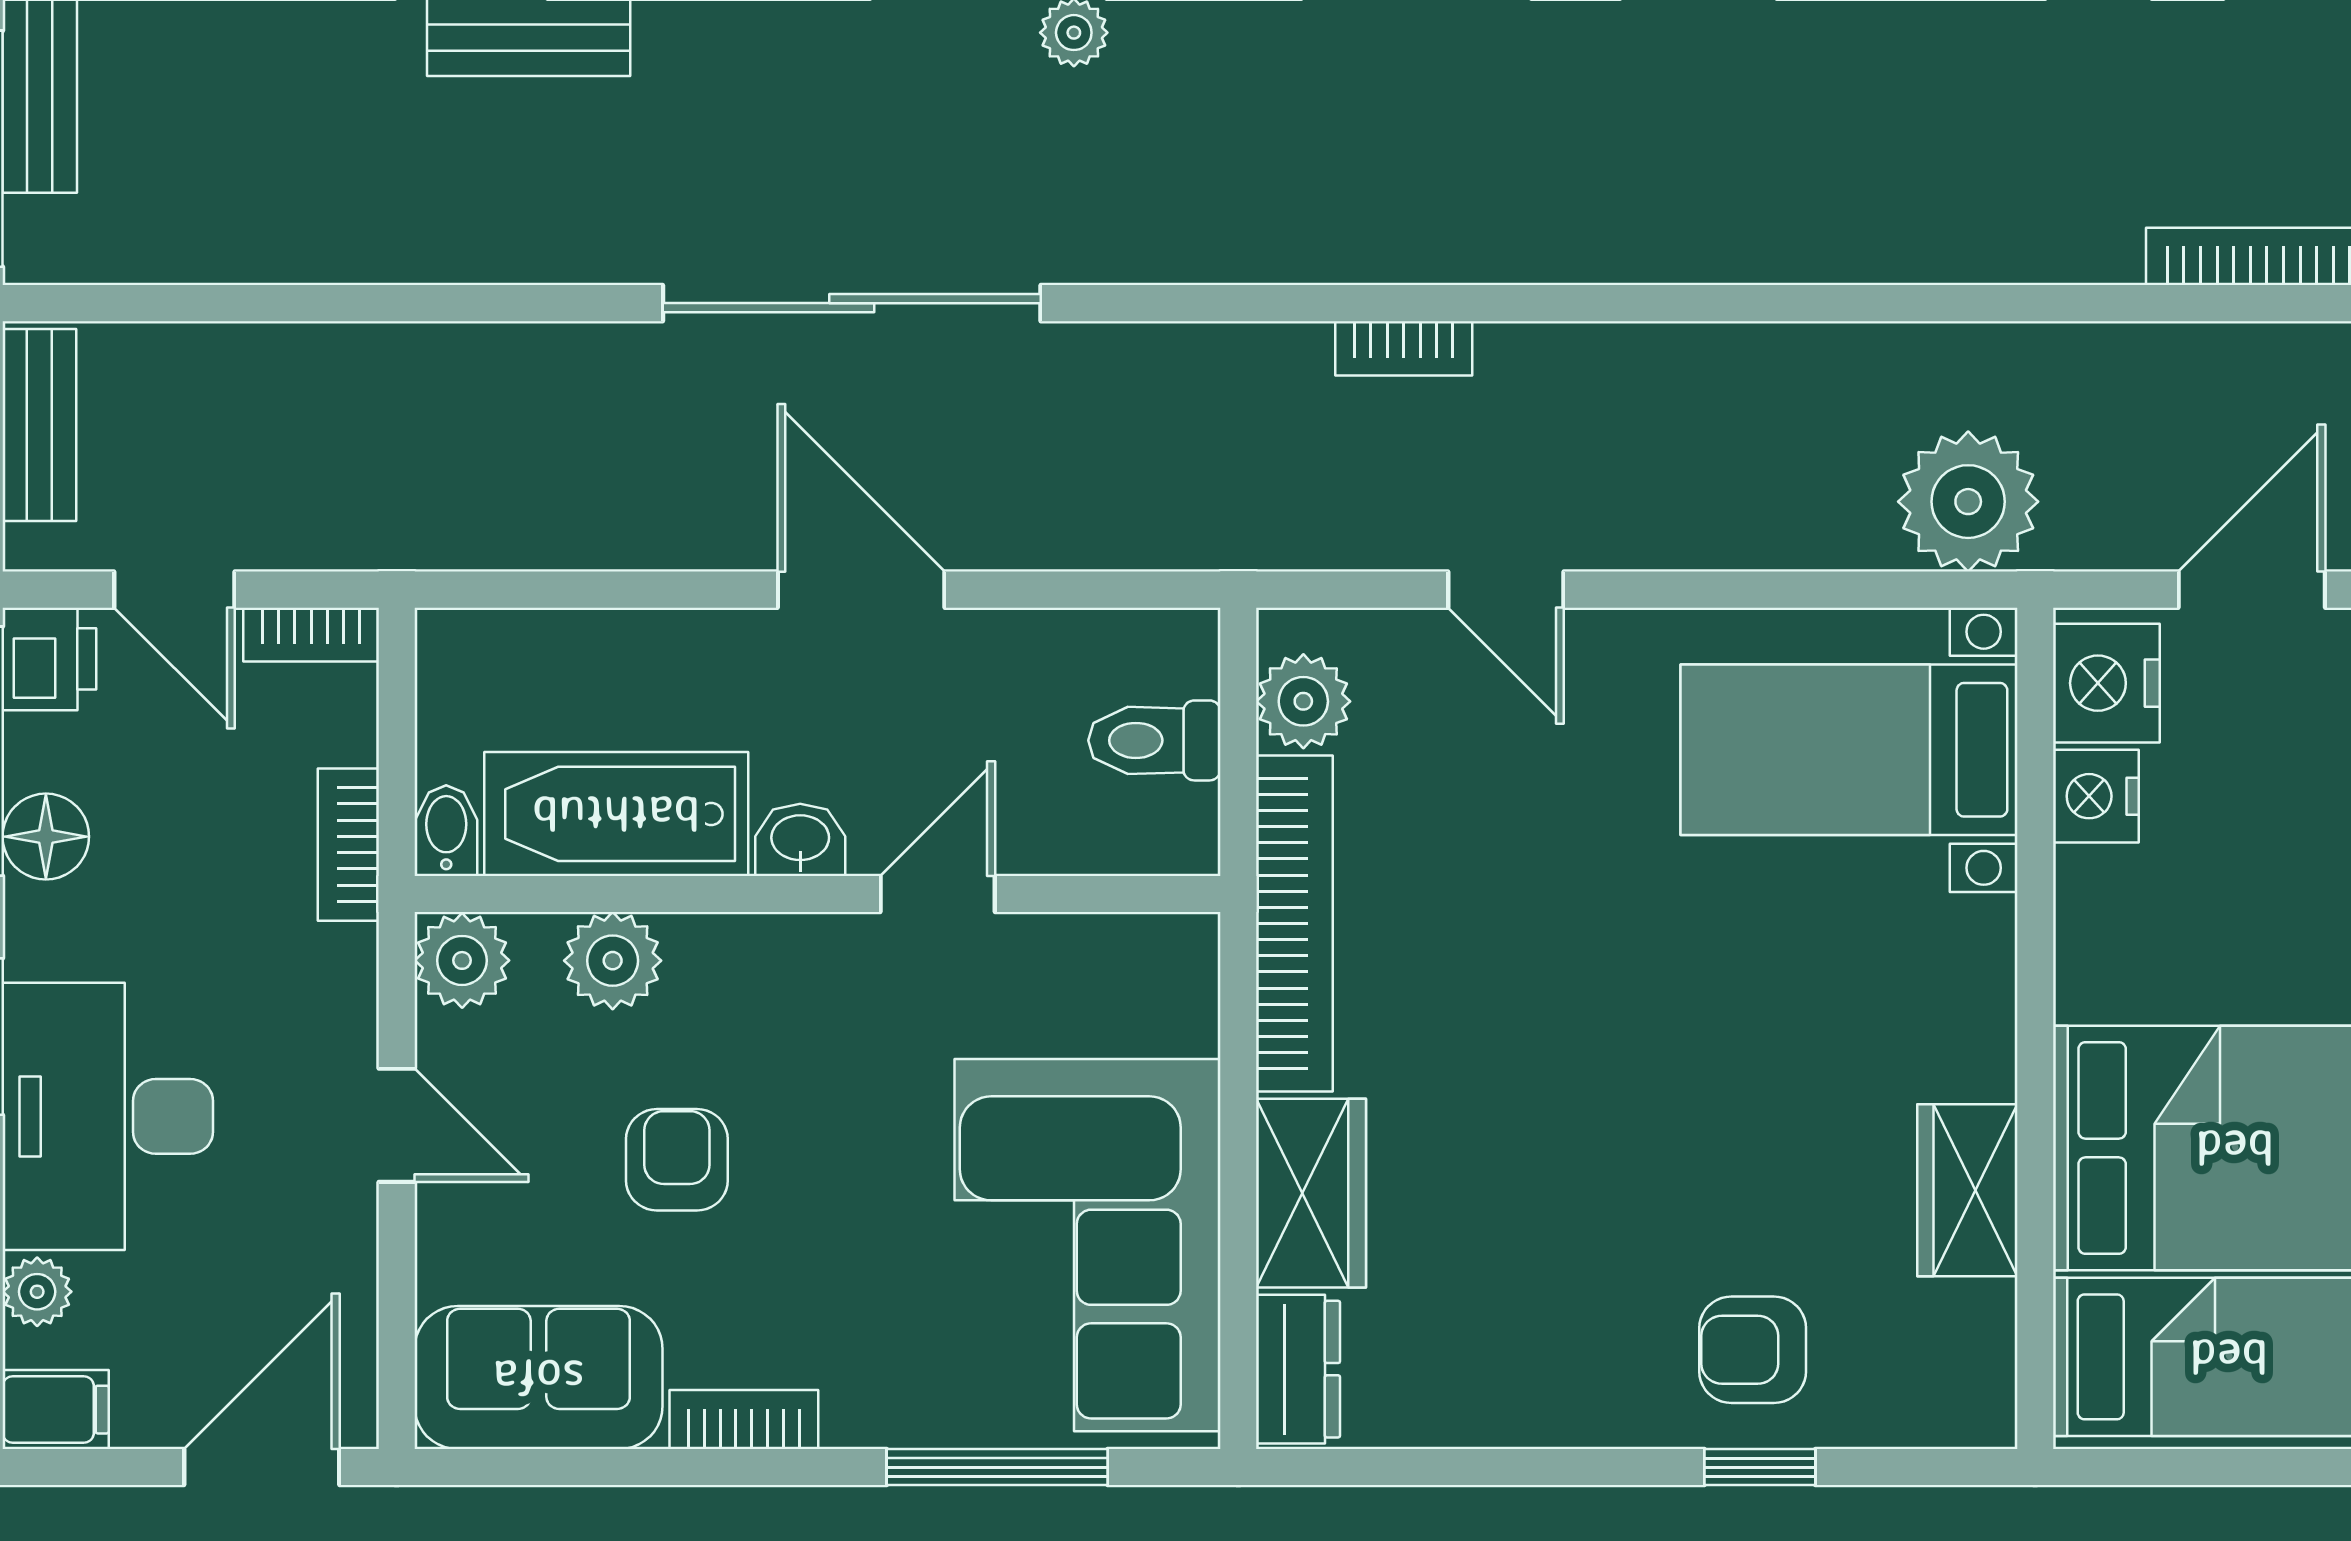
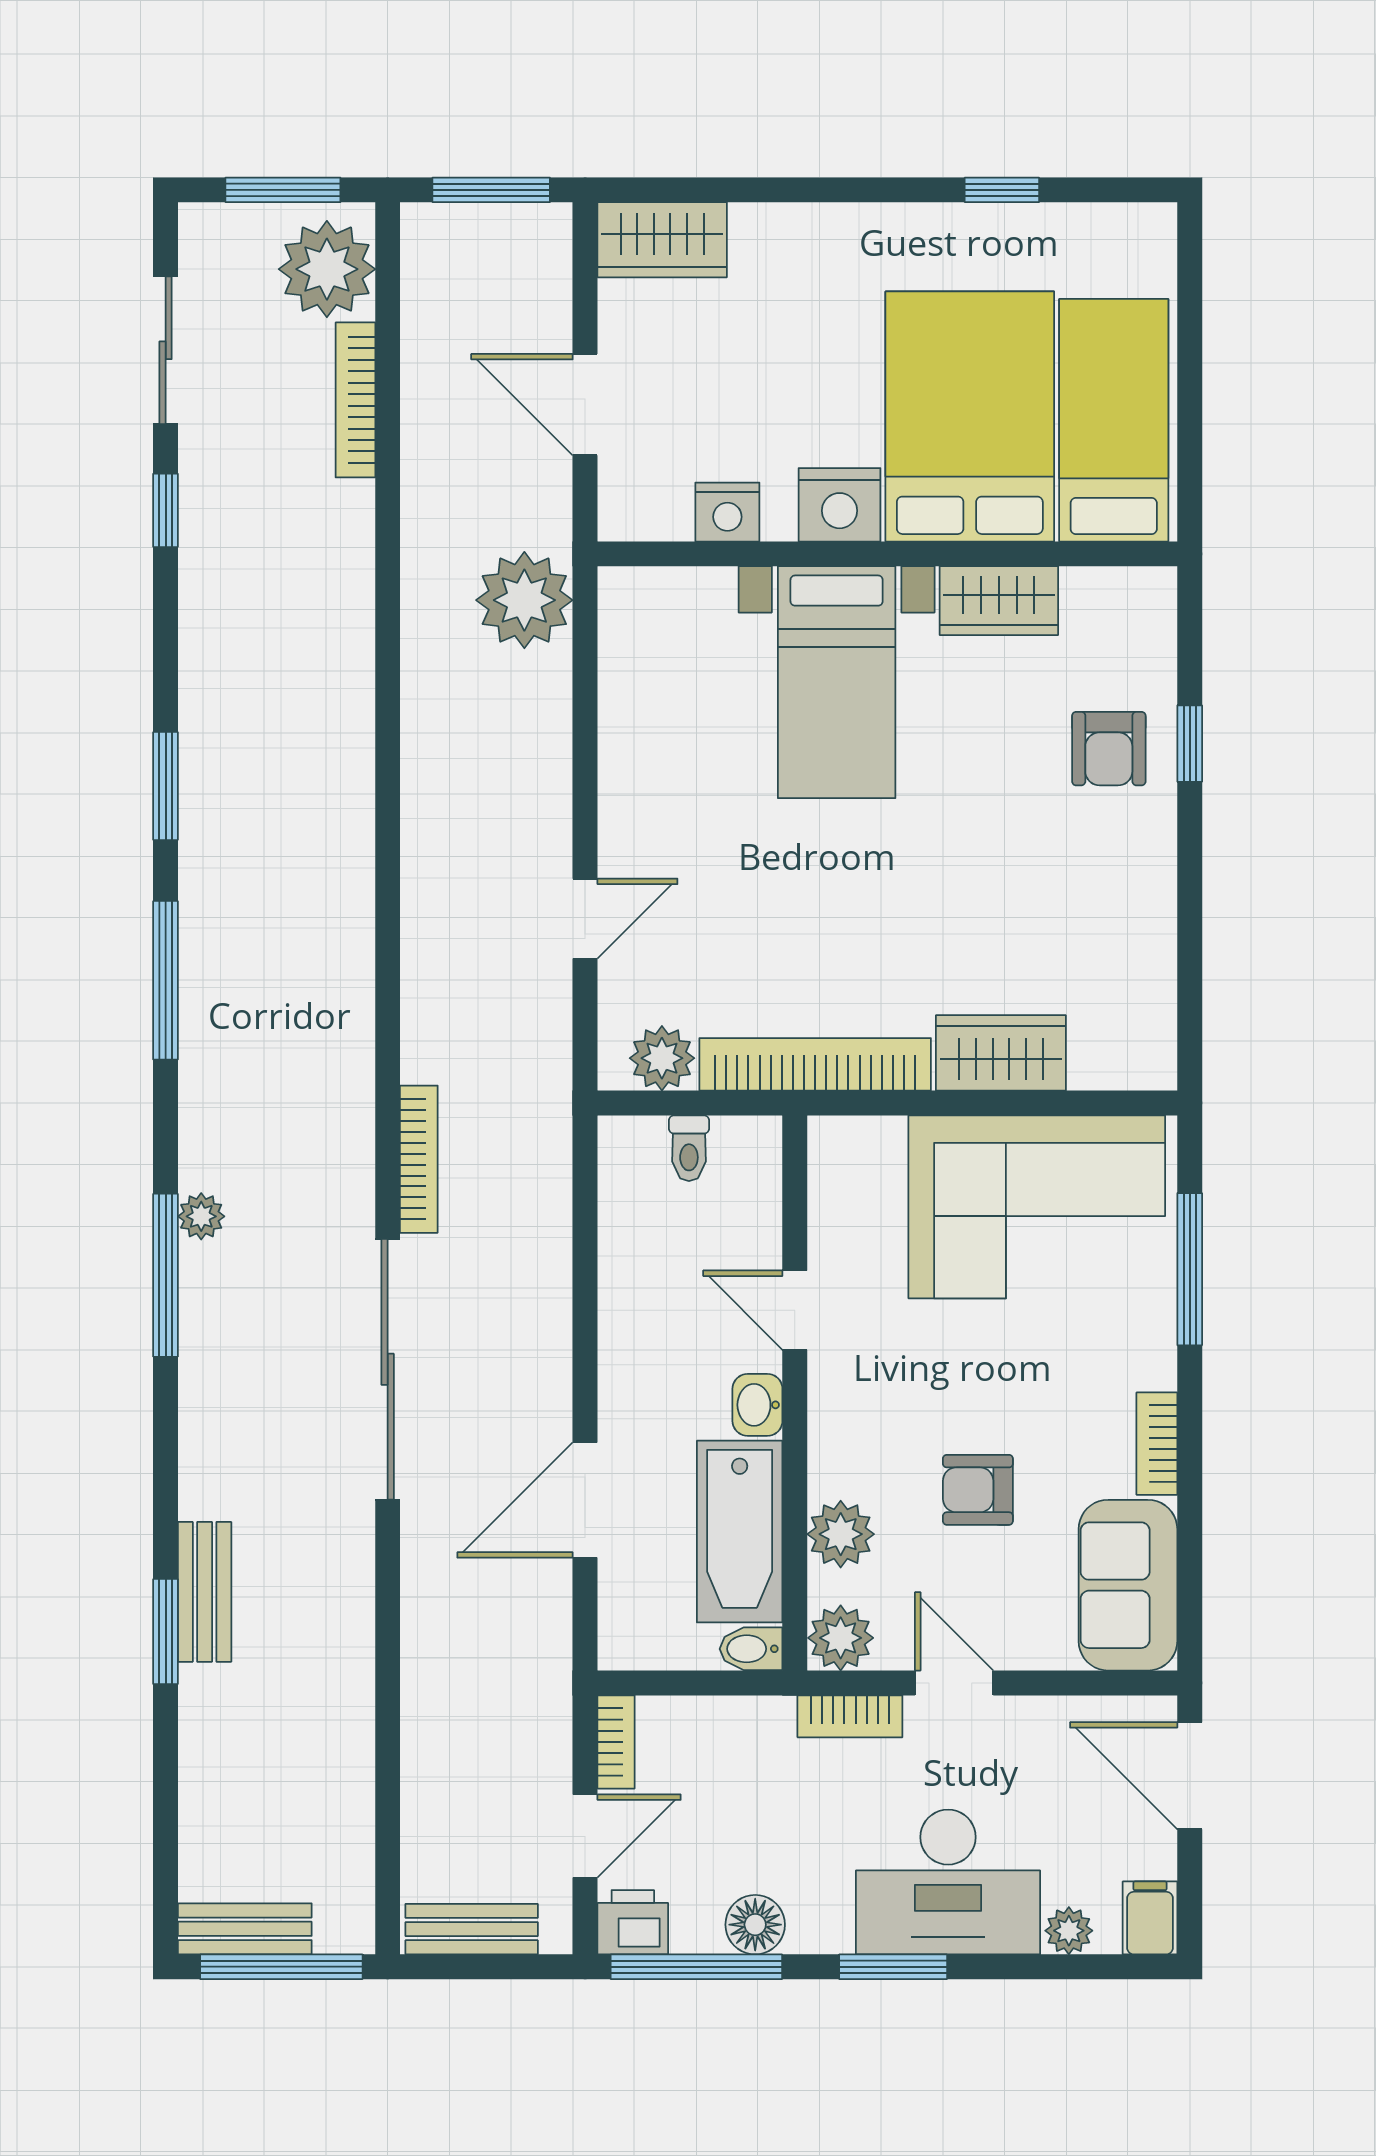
bookcase: (1404, 348) -> (419, 1159), moved, width x1.56
door: (861, 590) -> (585, 1500), moved
nightstand: (2106, 683) -> (840, 505), moved
toilet: (1154, 740) -> (689, 1148), width x0.73, depth x0.72
bed with nightstands: (1849, 750) -> (837, 682), moved
bookcase: (348, 845) -> (850, 1716), moved
door: (397, 1125) -> (954, 1683), hinge flipped
dresser: (1298, 1369) -> (1122, 1062), removed

